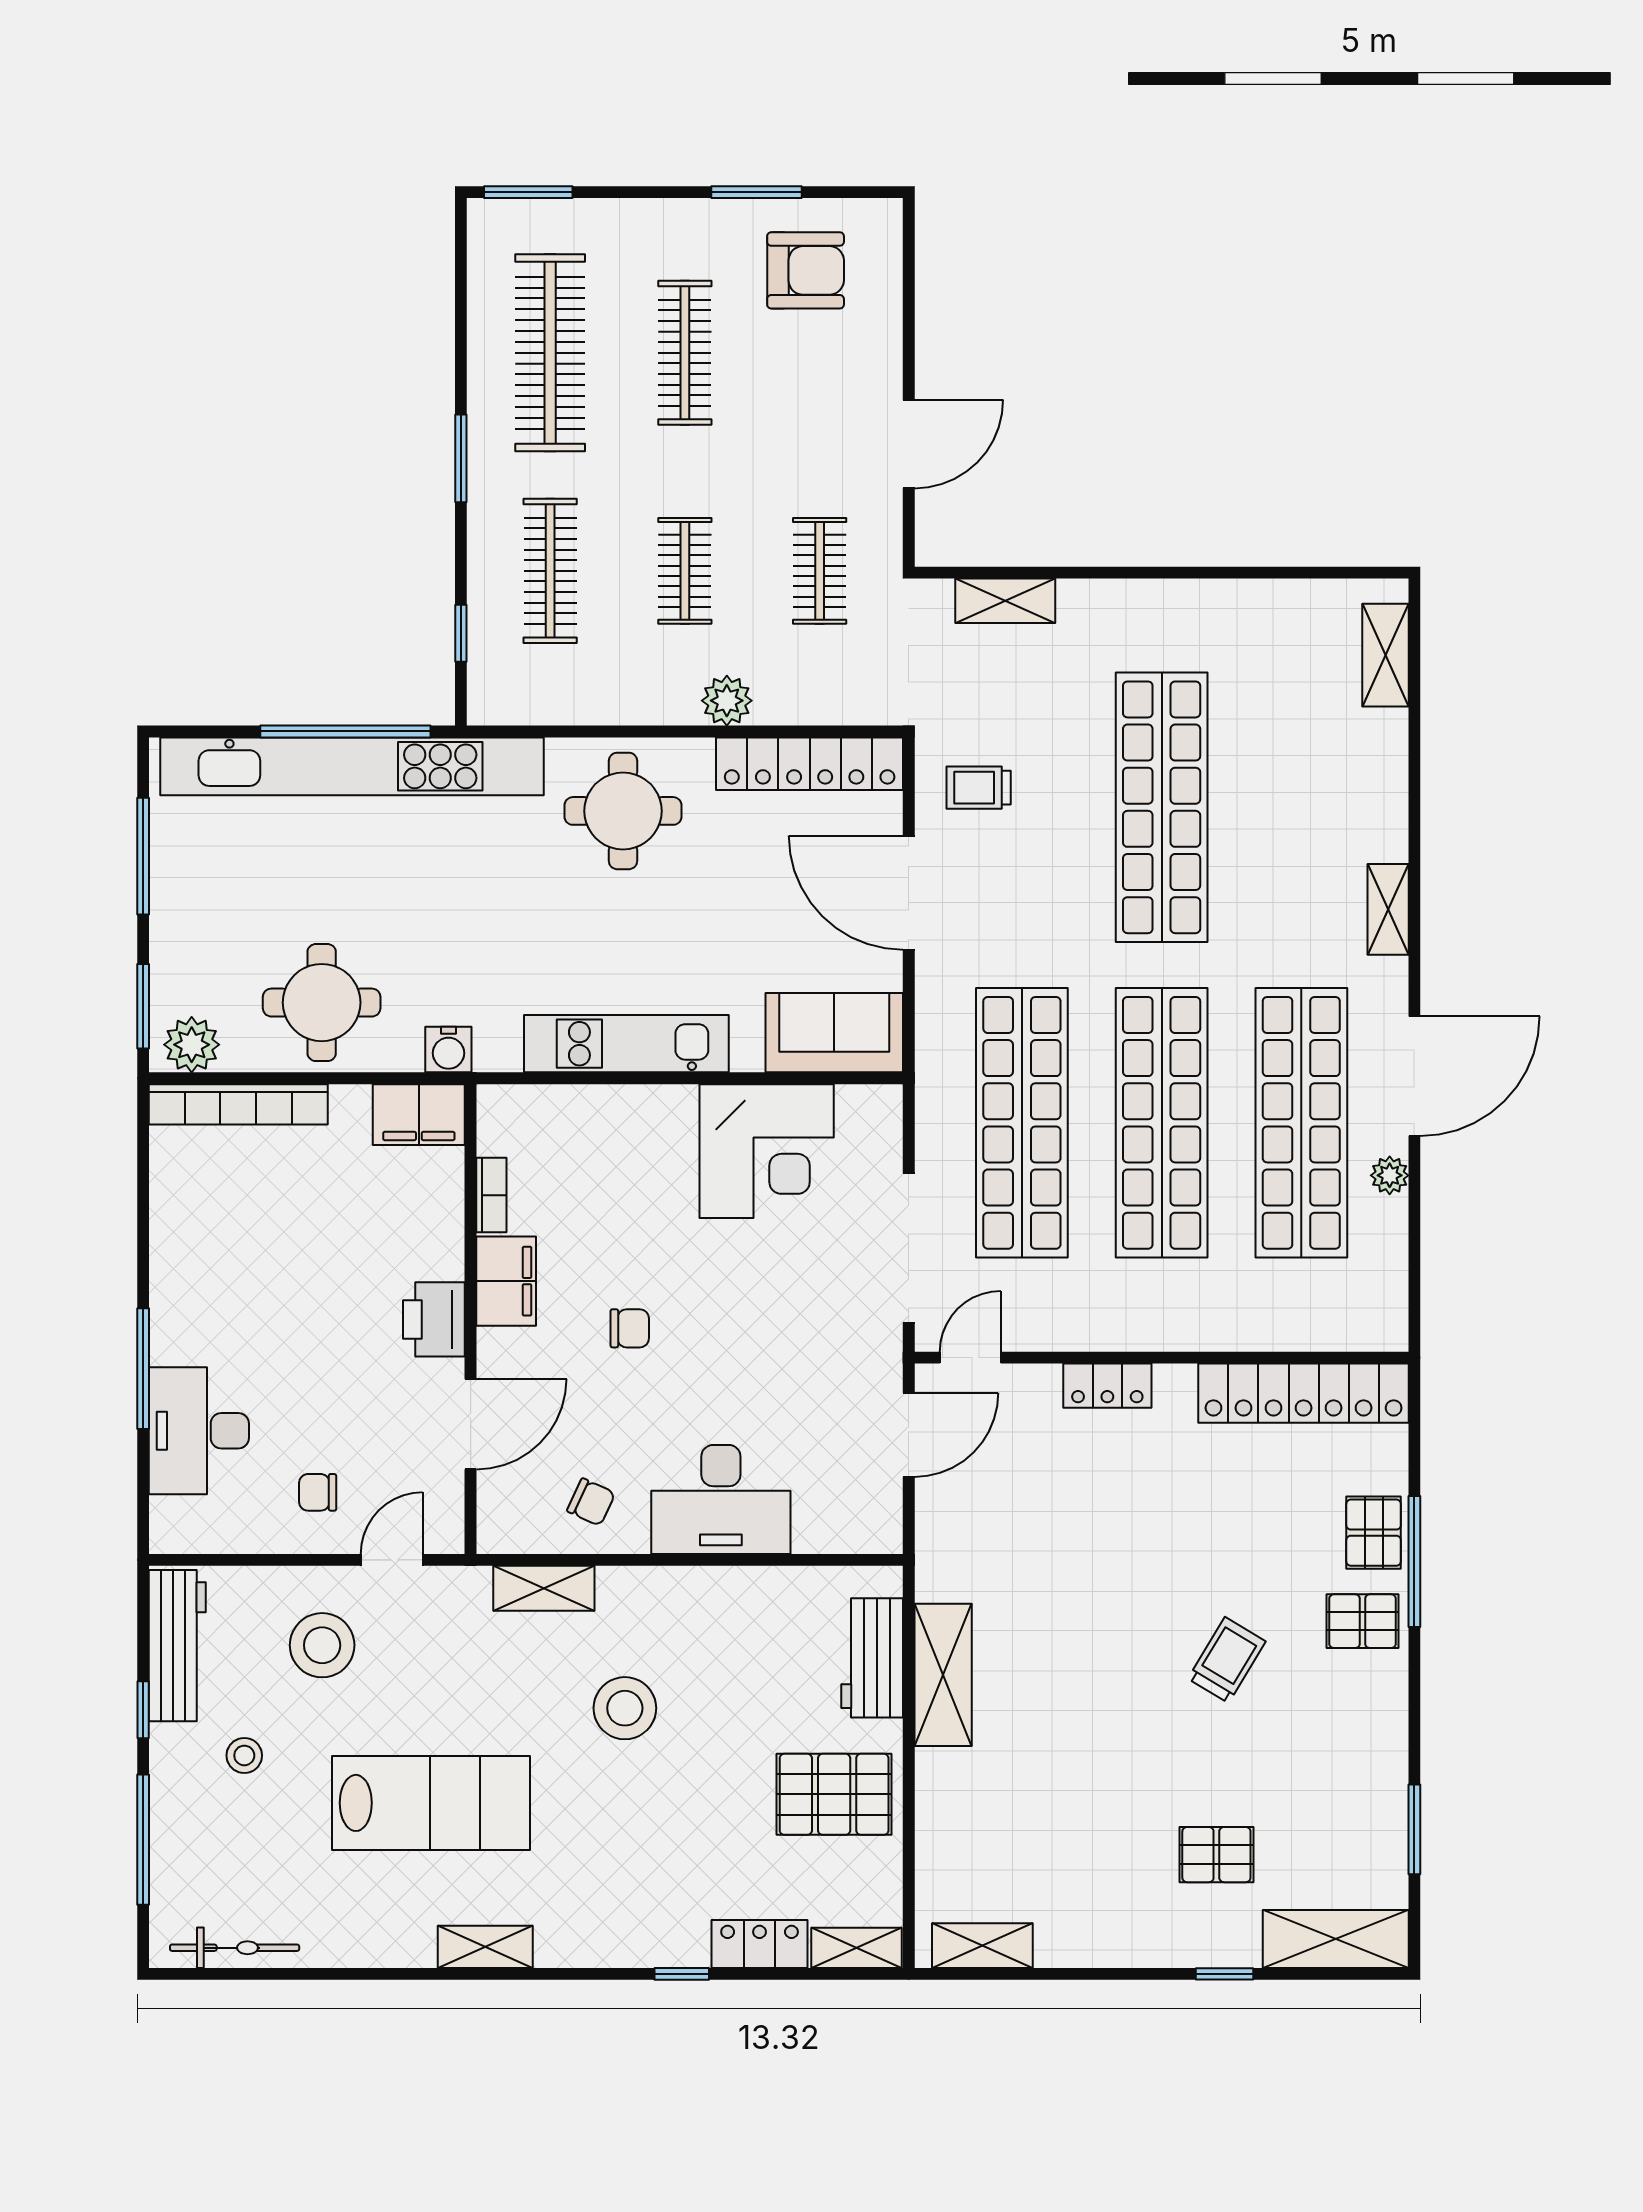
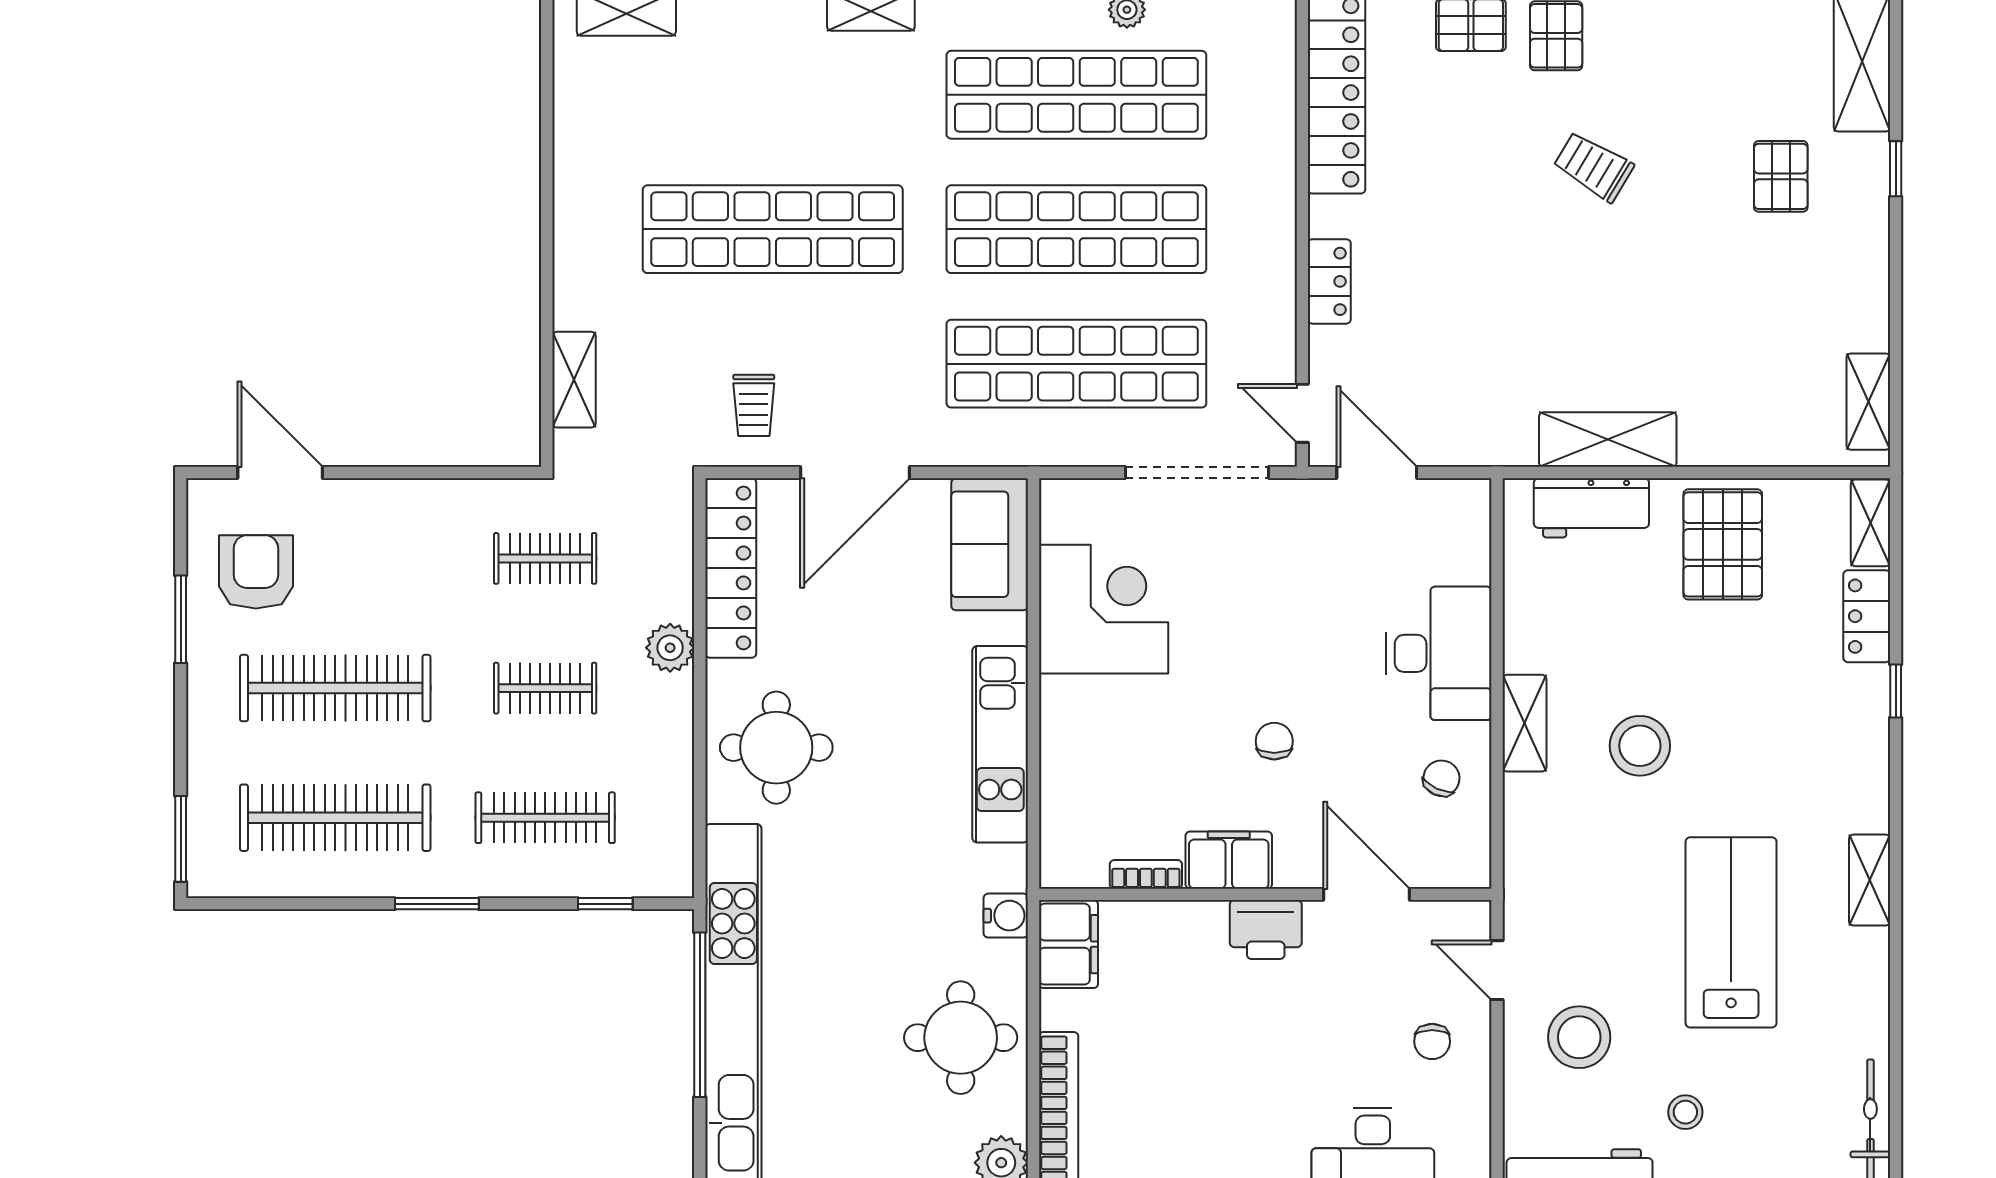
clothes rail: (685, 353) -> (335, 688), width x1.37, depth x1.31
door: (909, 444) -> (280, 473), moved
shelving: (544, 1588) -> (1524, 723), moved

